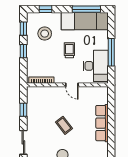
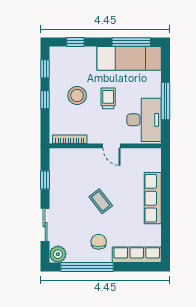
stool: (45, 34) -> (77, 96), moved

